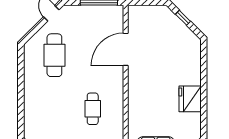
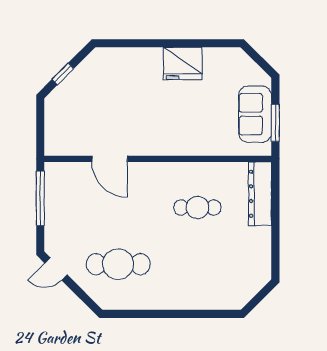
door: (126, 49) -> (110, 159), width x0.73

